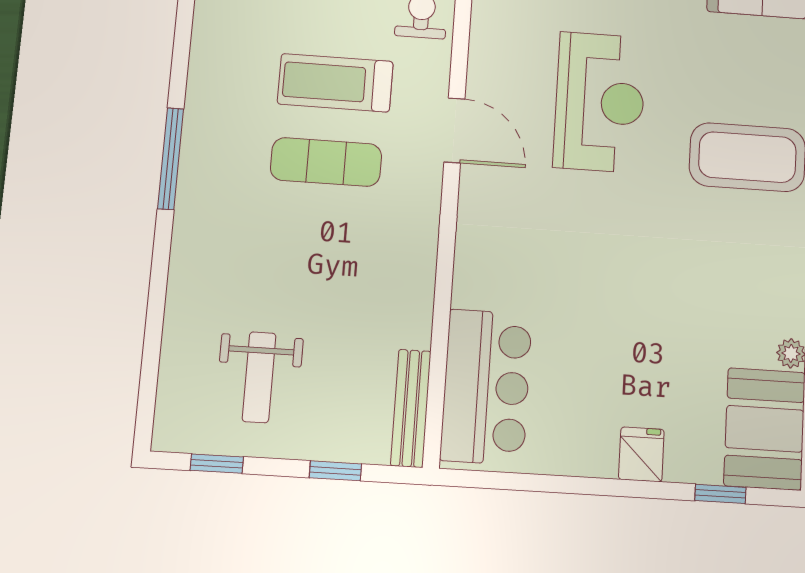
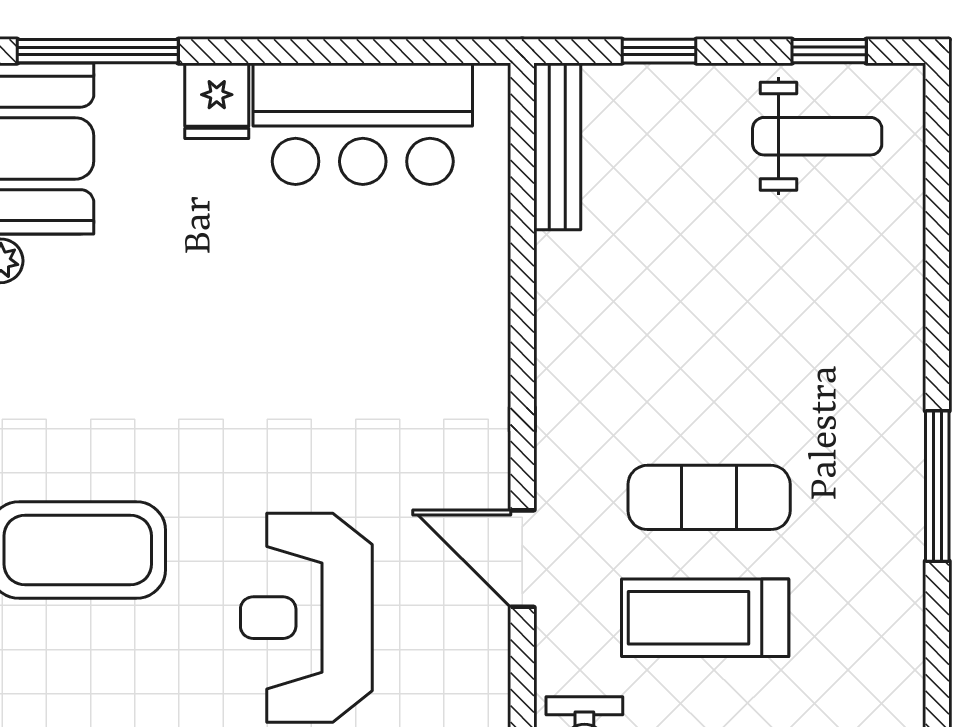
treadmill: (335, 83) -> (705, 618), turned 180
weight bench: (259, 377) -> (817, 136), moved, turned 90
bar counter: (486, 387) -> (363, 124), moved, turned -90
window: (720, 494) -> (98, 51), width x2.17

